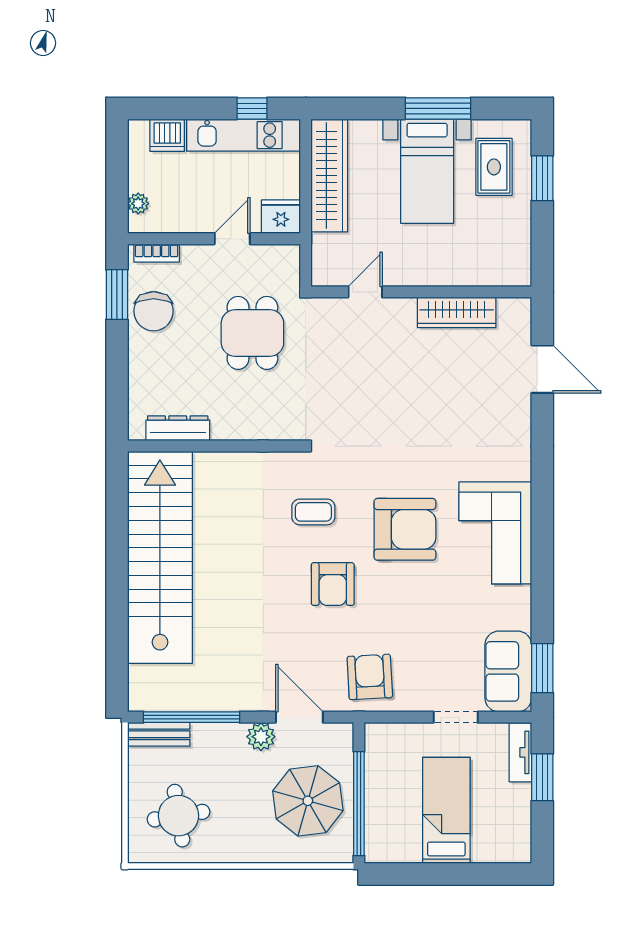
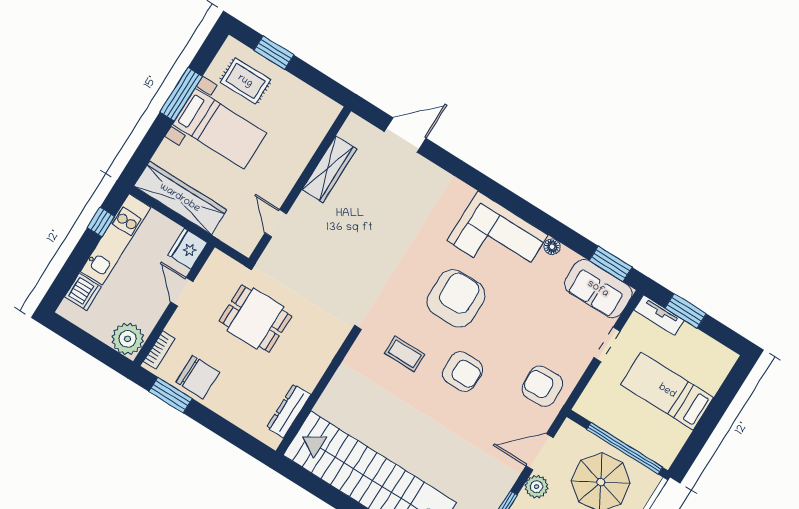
plant: (138, 204) -> (128, 339), width x1.88, depth x1.88
coffee table: (313, 512) -> (405, 354), turned 90
floor lamp: (522, 596) -> (552, 247), added

